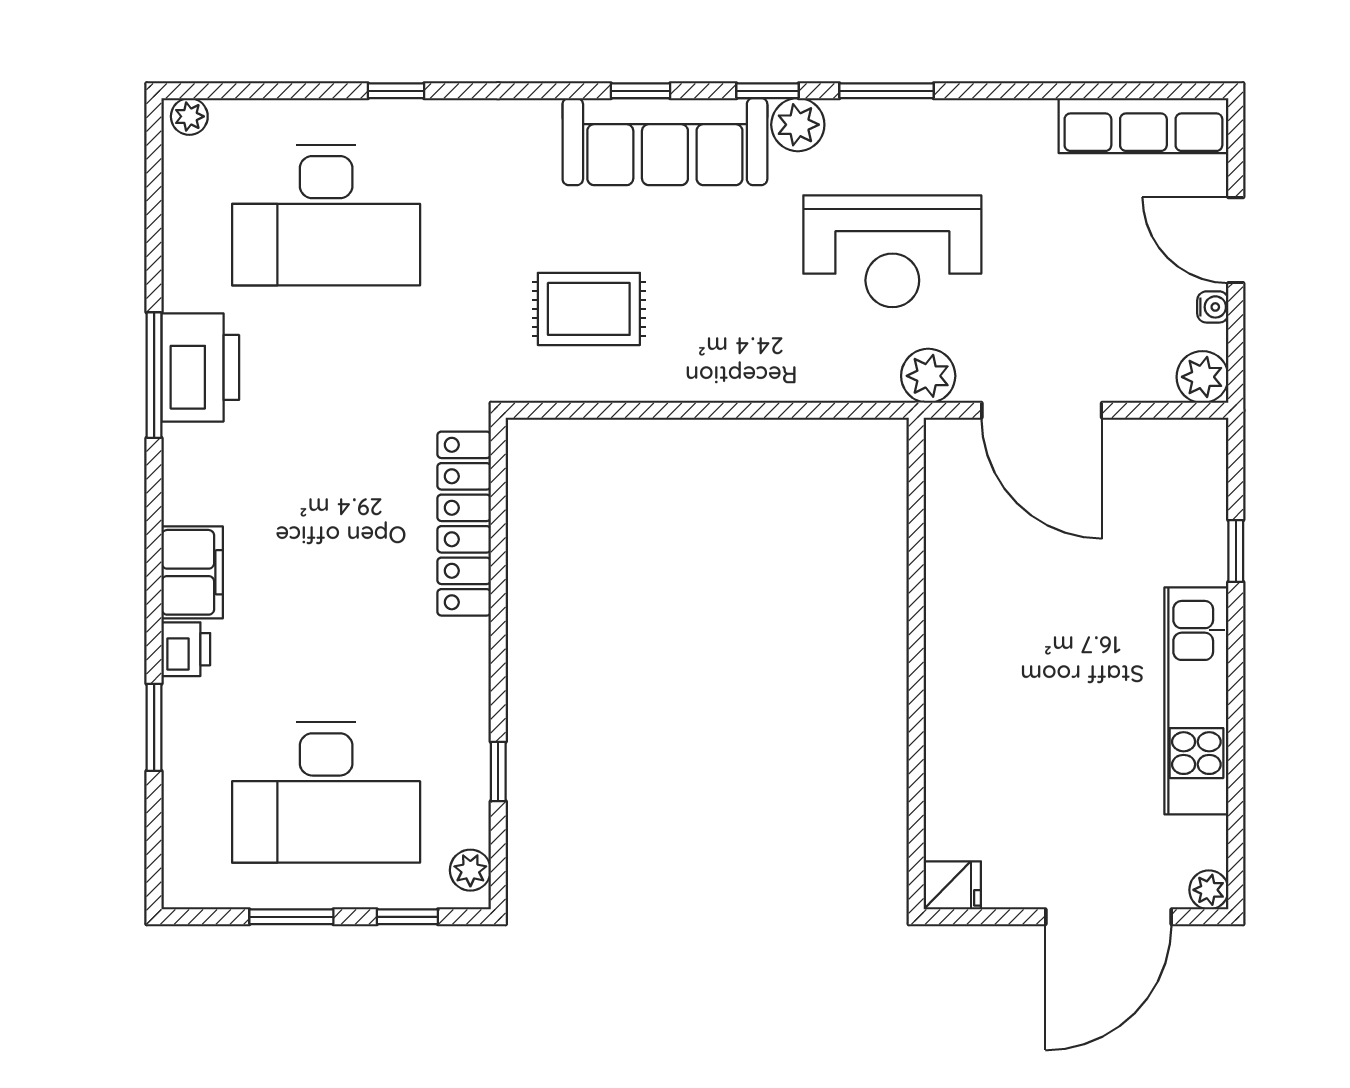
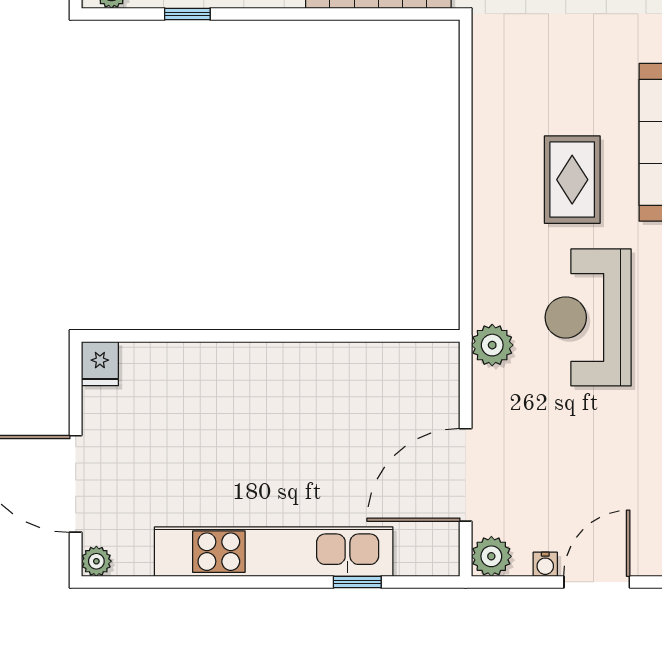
rug: (589, 309) -> (572, 180), moved
door: (1042, 410) -> (466, 475), moved
kitchen unit: (1196, 701) -> (274, 552), width x1.36

